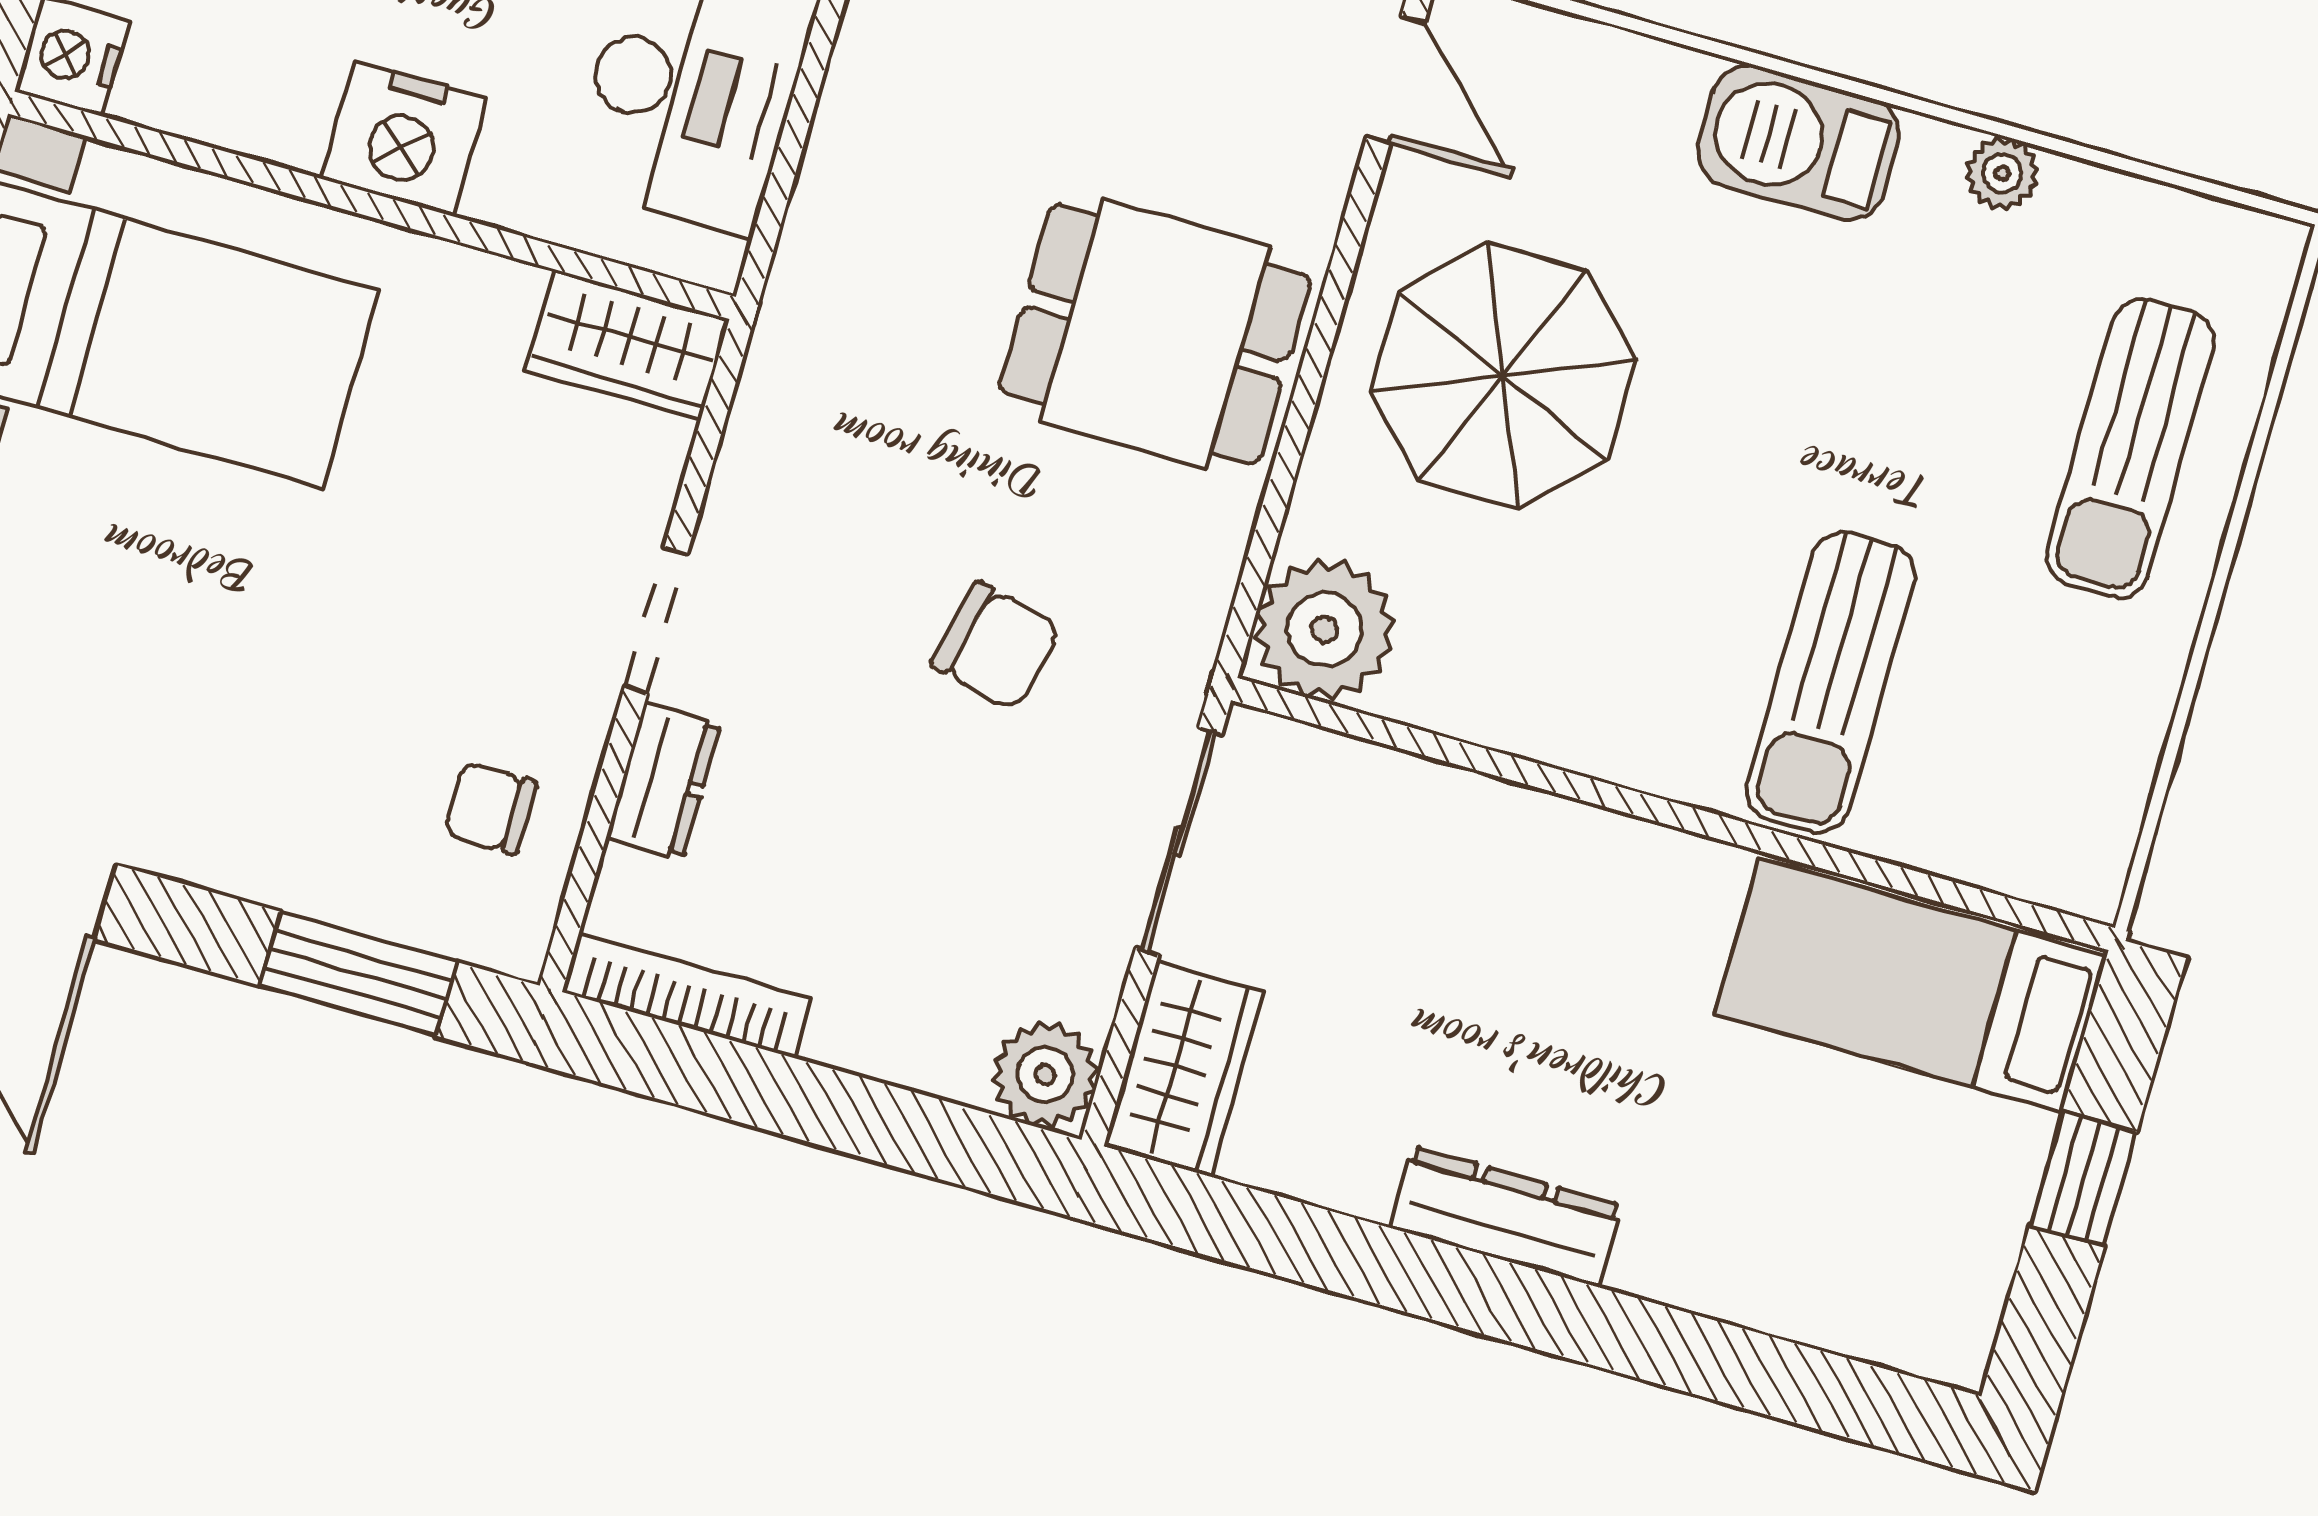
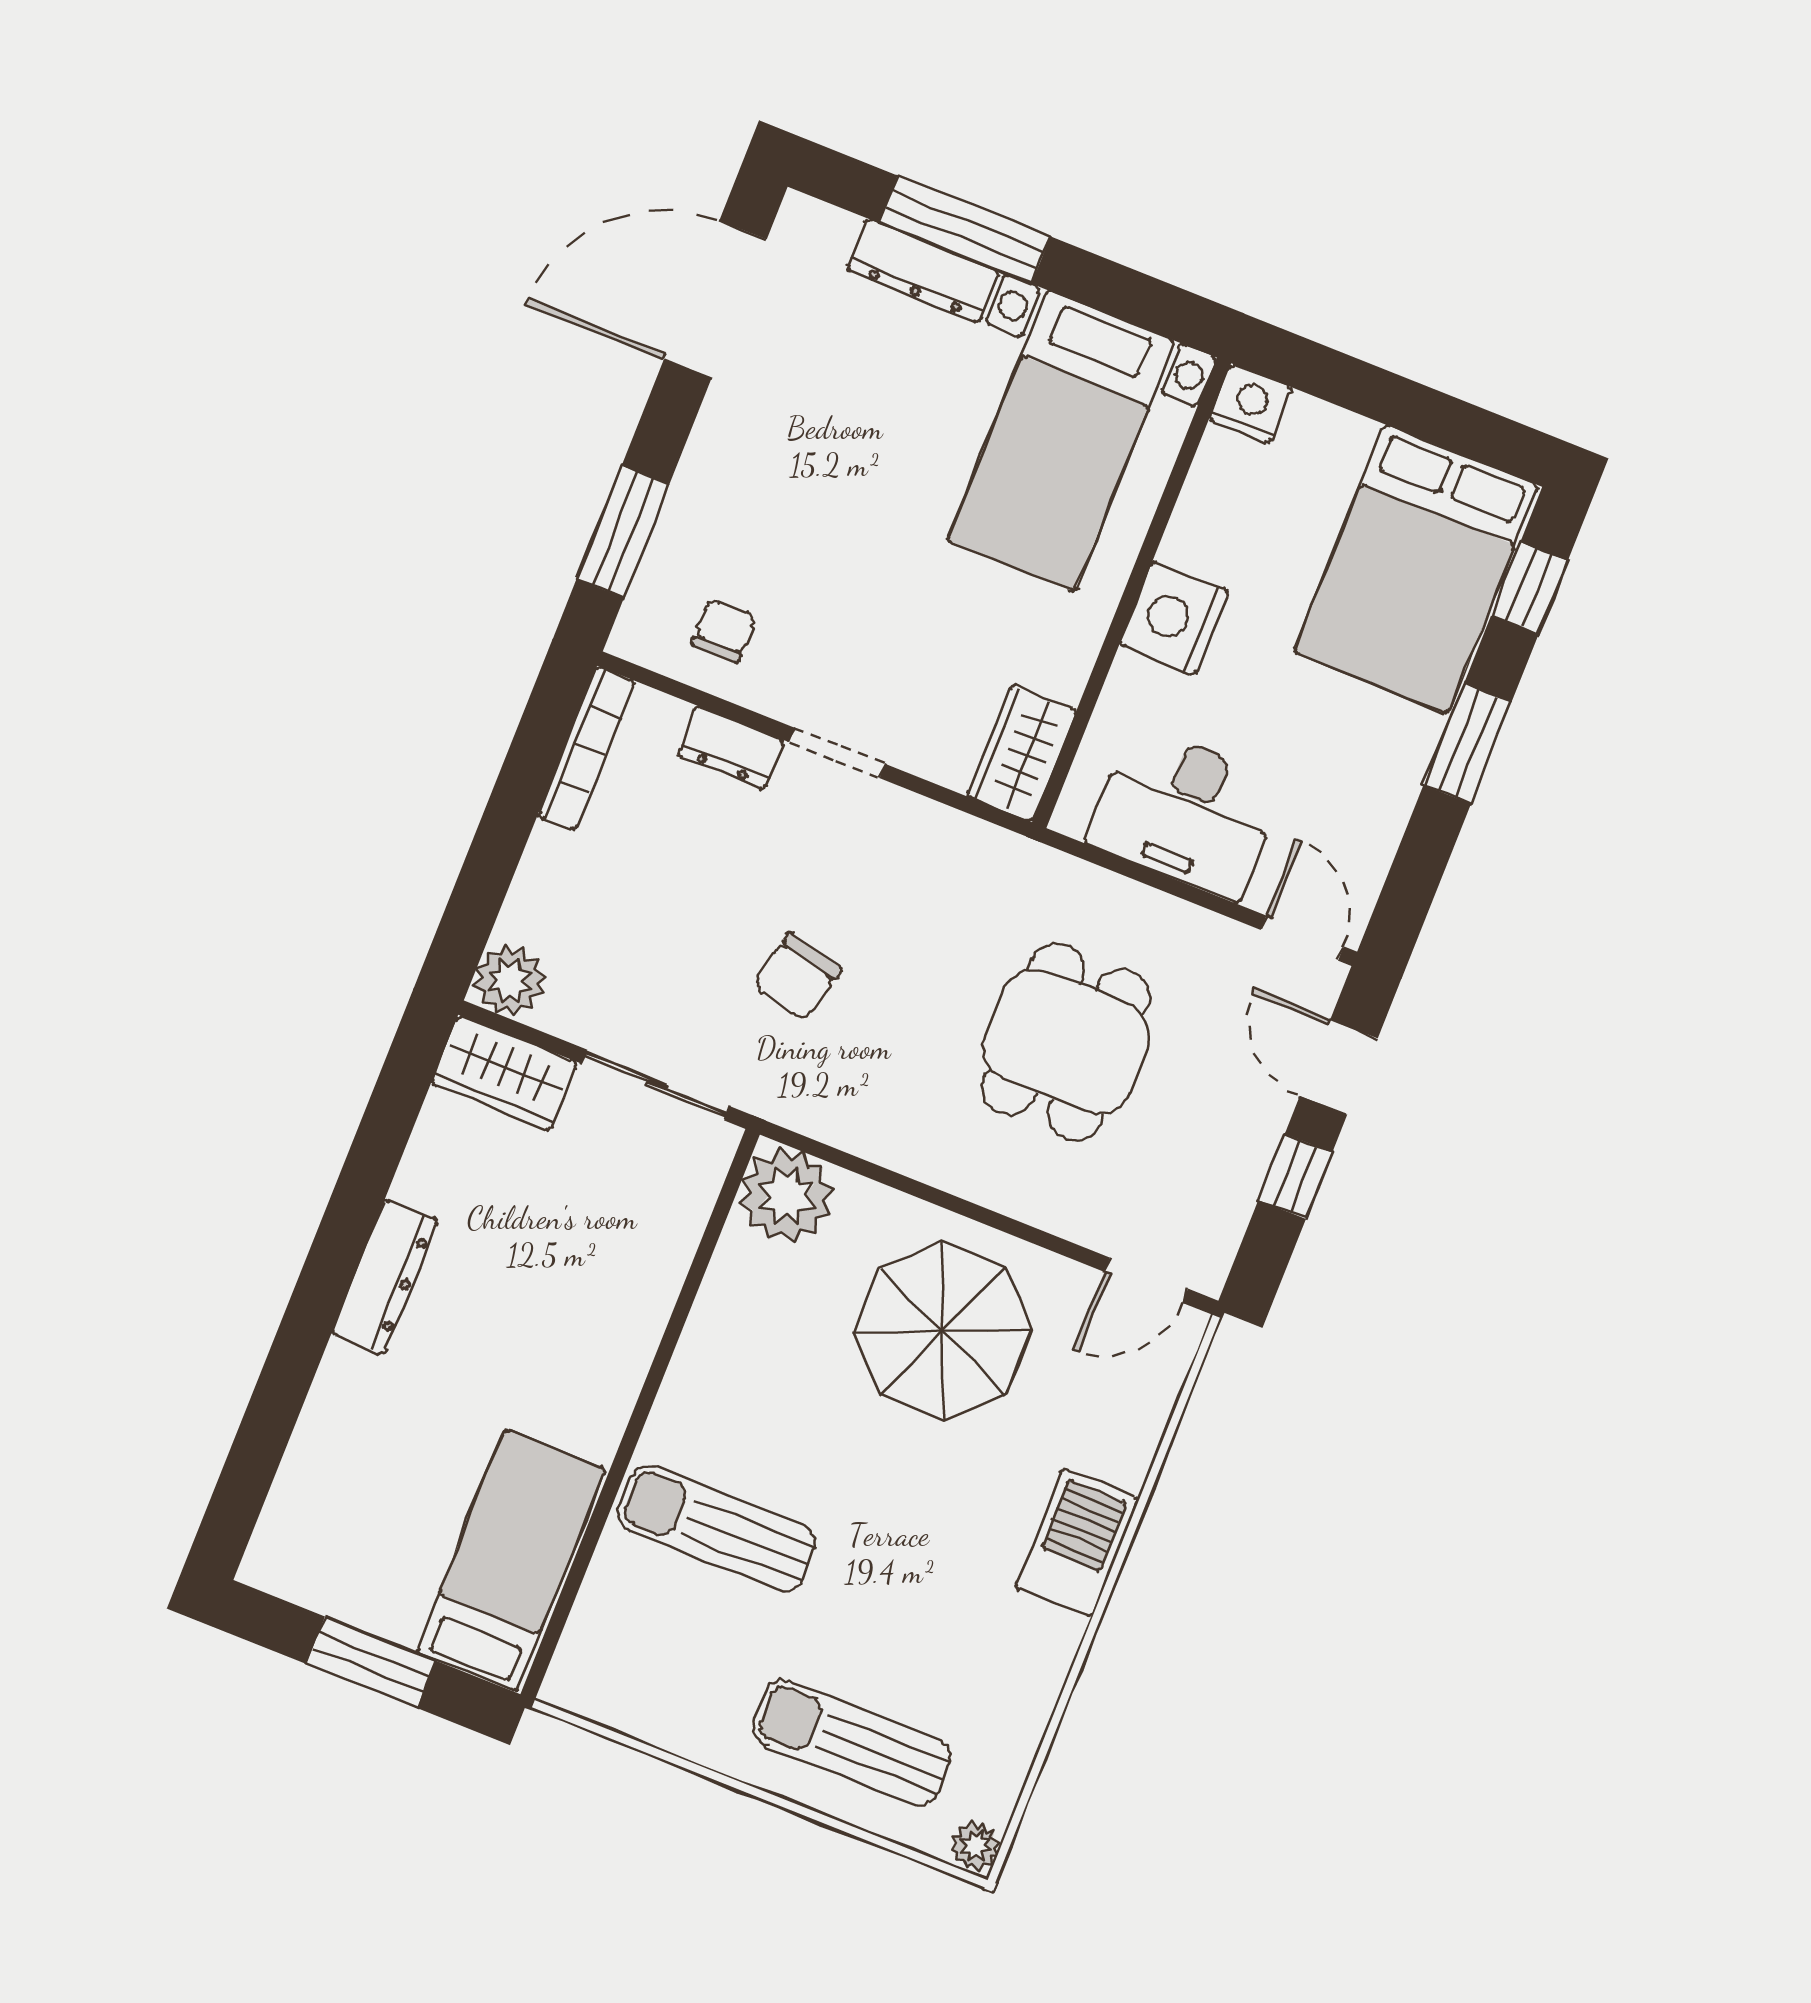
plant: (2002, 173) -> (975, 1846), moved
dining table: (1155, 334) -> (1066, 1042), moved
window: (2083, 1178) -> (371, 1662), width x1.50

